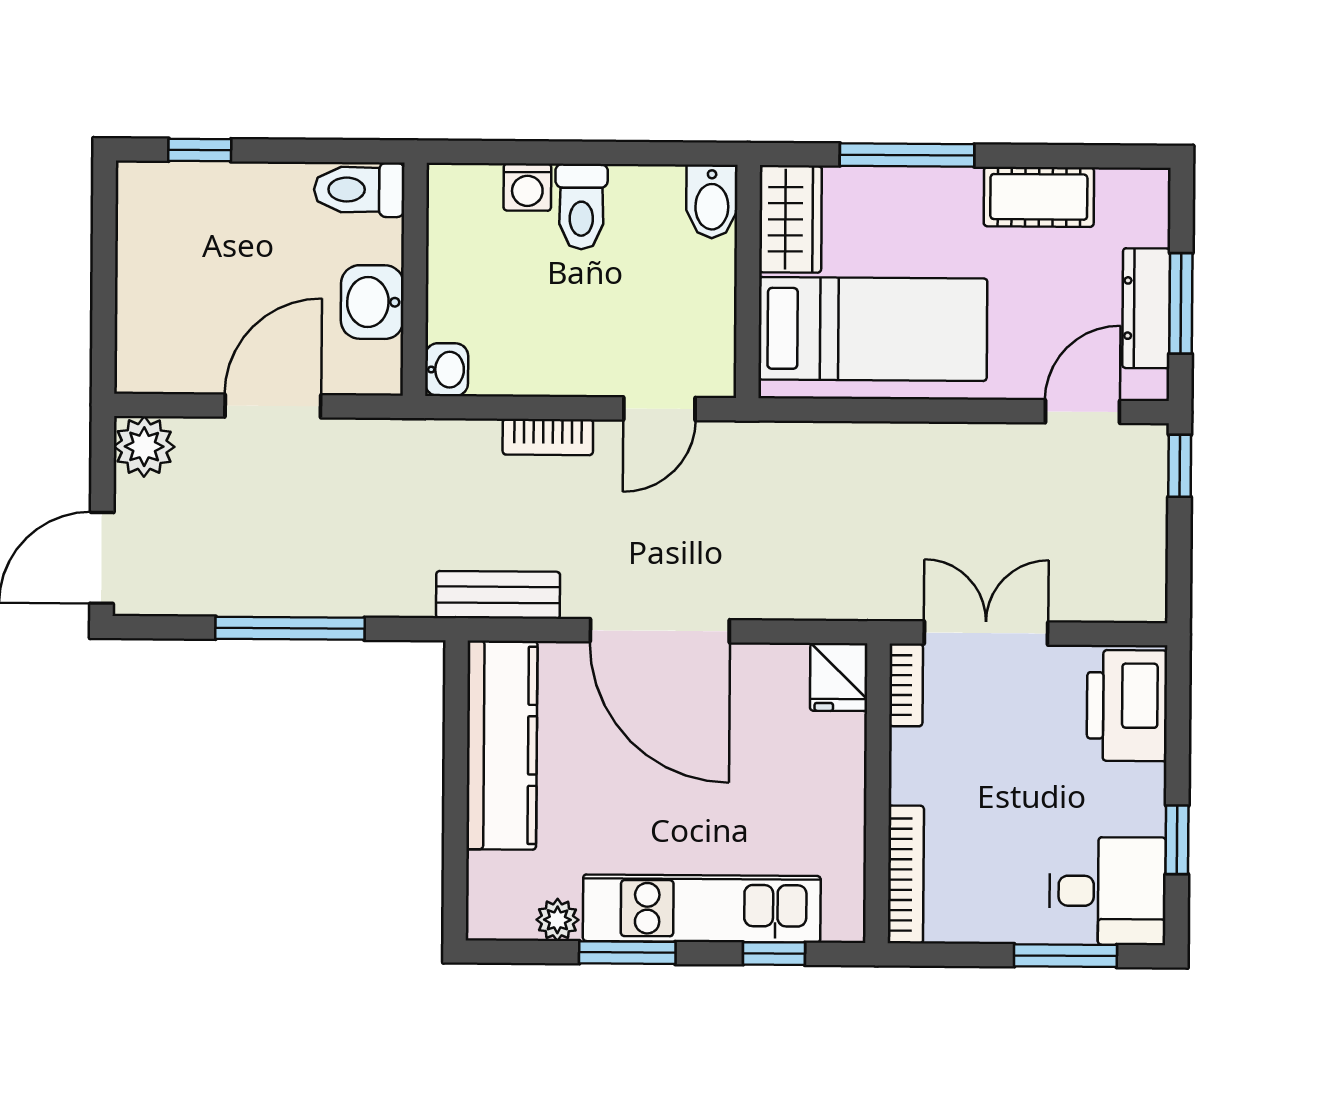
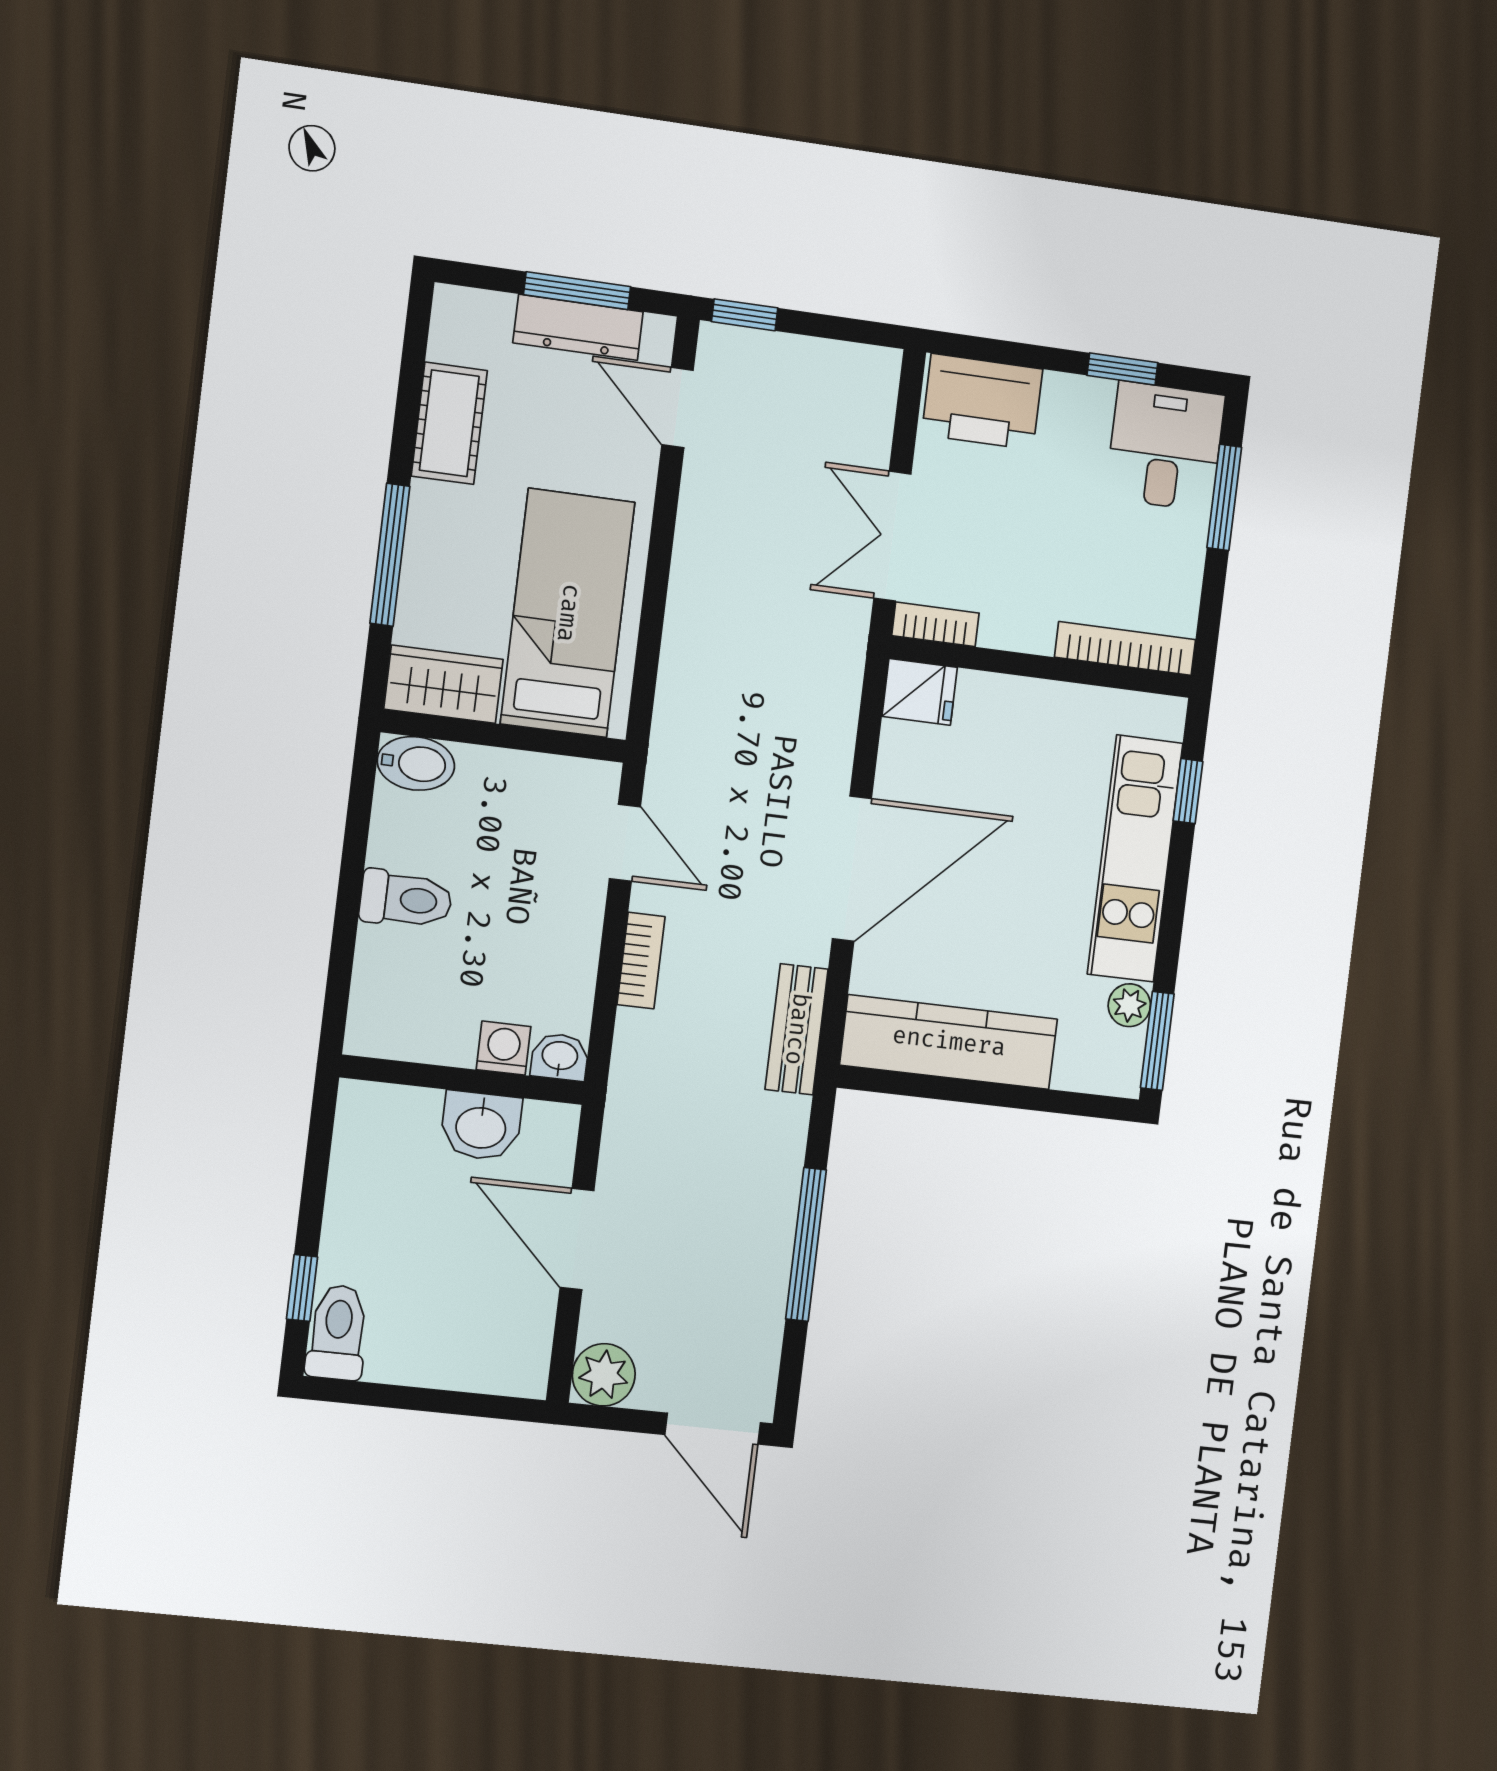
washing machine: (527, 187) -> (504, 1048), moved, turned -90
toilet: (359, 190) -> (338, 1332), moved, turned 180
window: (627, 953) -> (1157, 1041), moved

